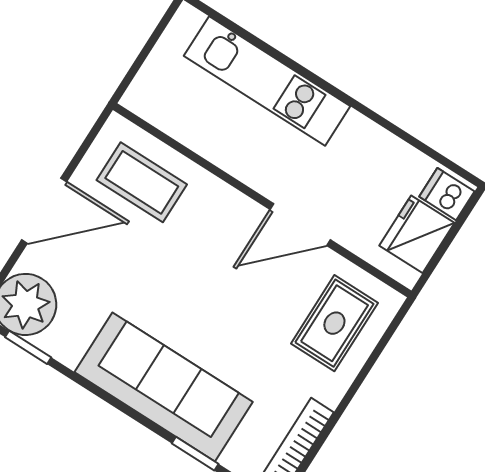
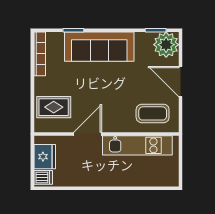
kitchen unit: (267, 81) -> (137, 145), moved, turned 180
door: (44, 211) -> (180, 82), hinge flipped
rug: (334, 323) -> (54, 107), turned 90

